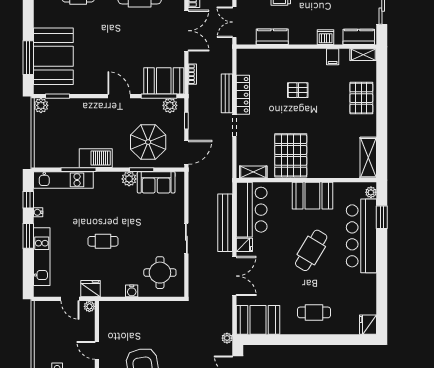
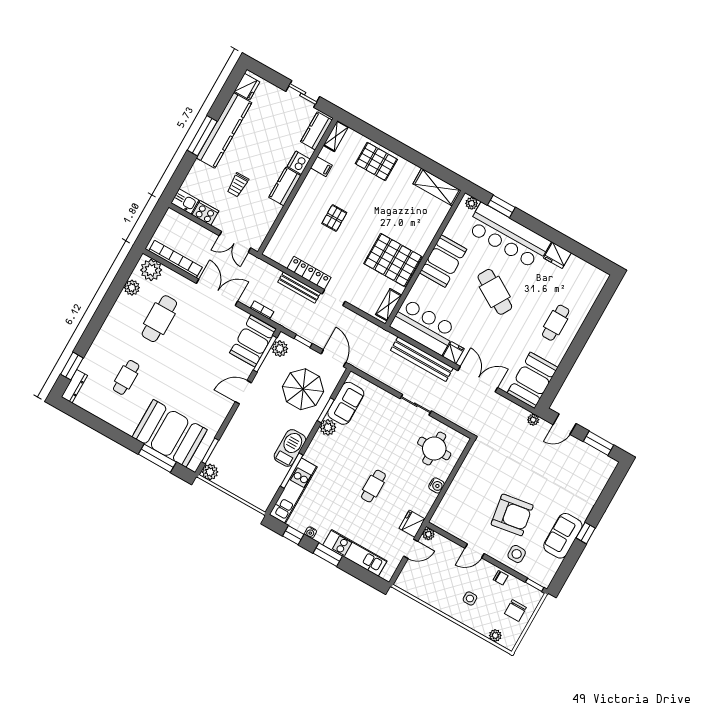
kitchen counter: (272, 37) -> (285, 186), moved
fridge: (368, 325) -> (557, 255), moved

